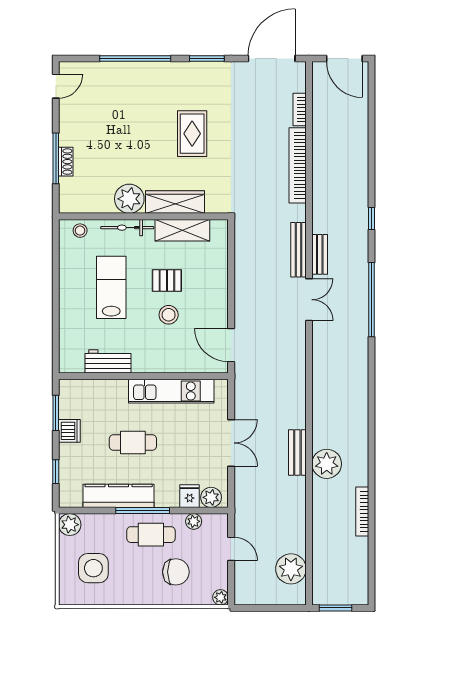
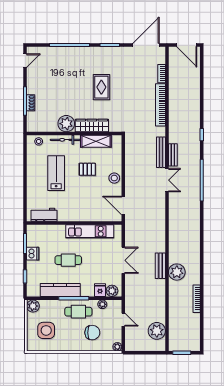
stool: (169, 315) -> (114, 178), moved
workbench: (108, 361) -> (44, 215), moved

